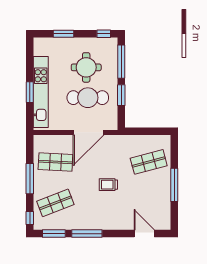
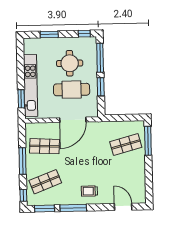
window: (30, 92) -> (21, 99), moved
trolley: (108, 185) -> (89, 191), moved
window: (174, 185) -> (148, 141), moved

